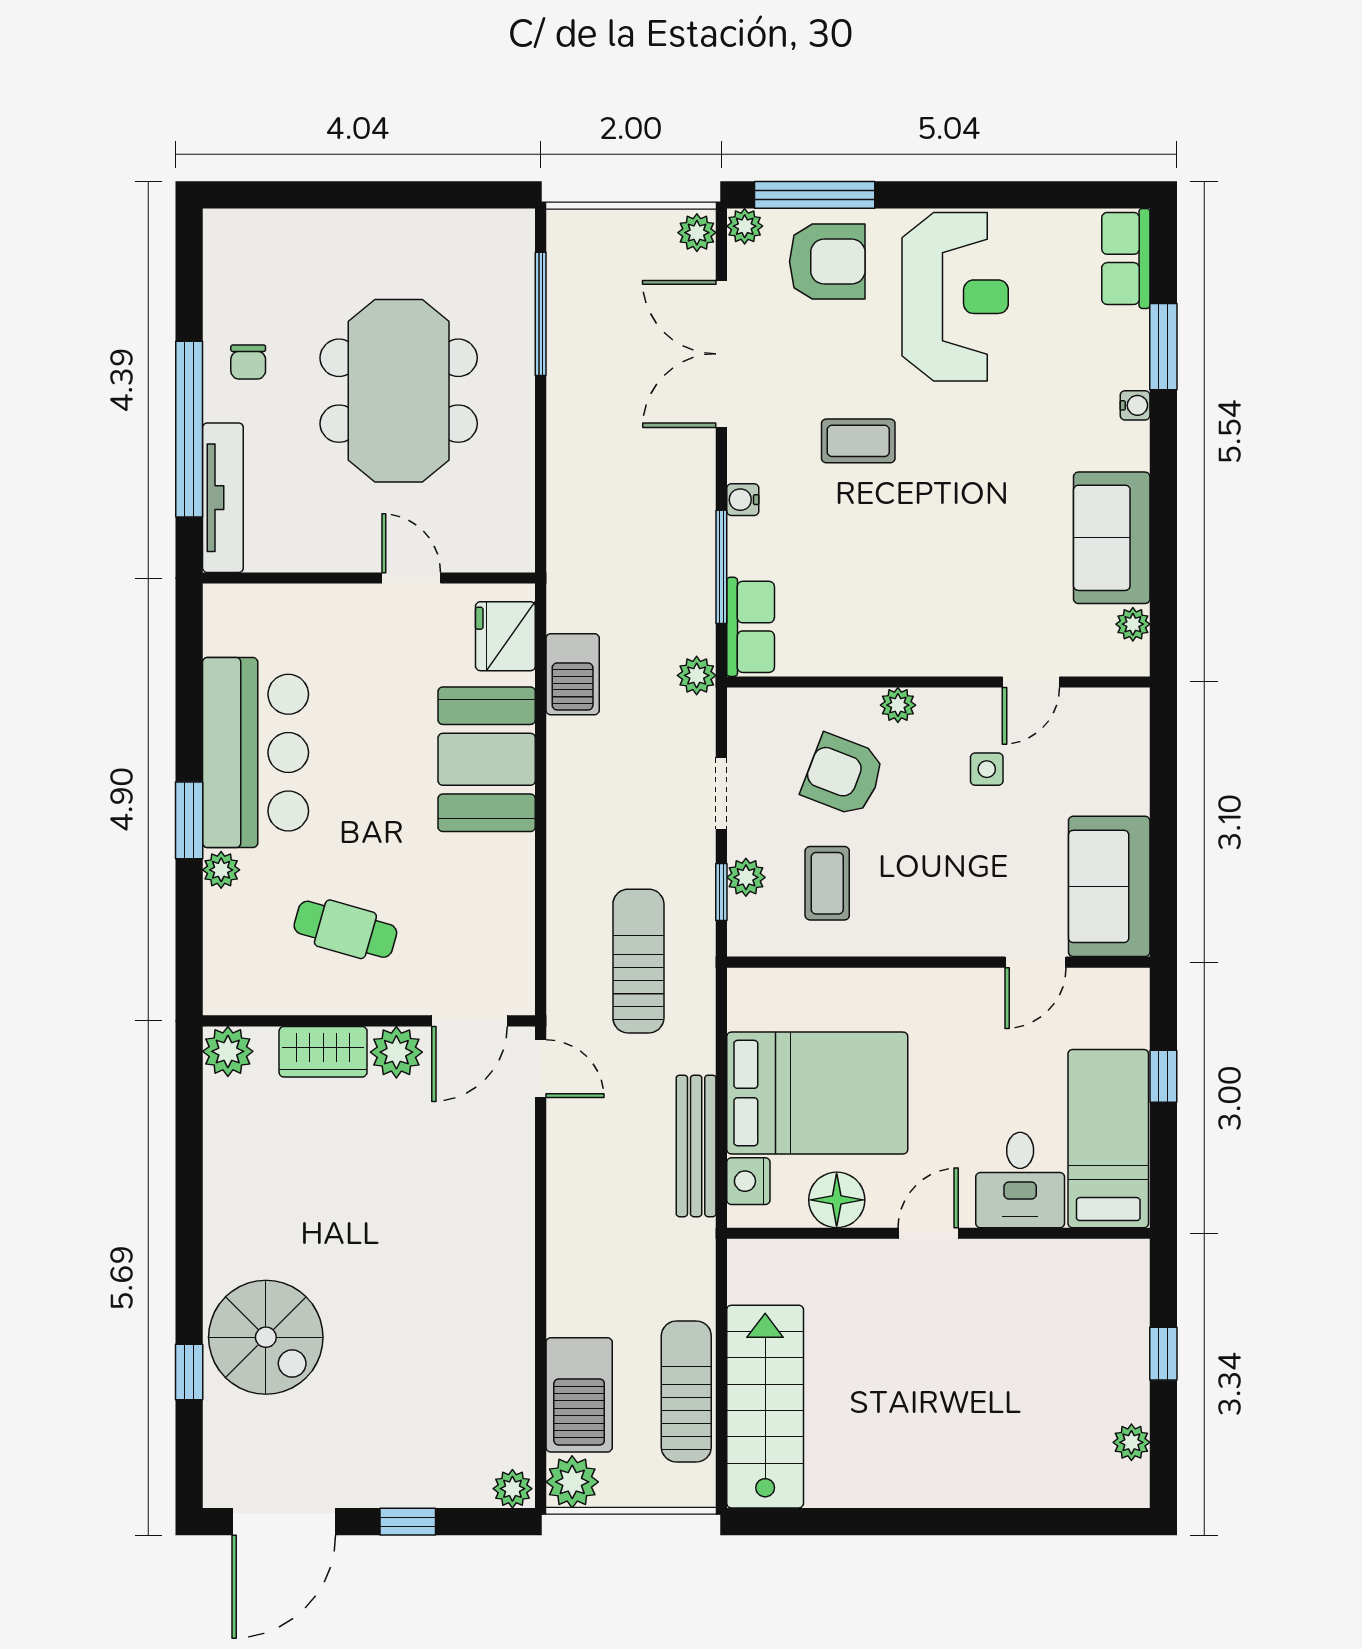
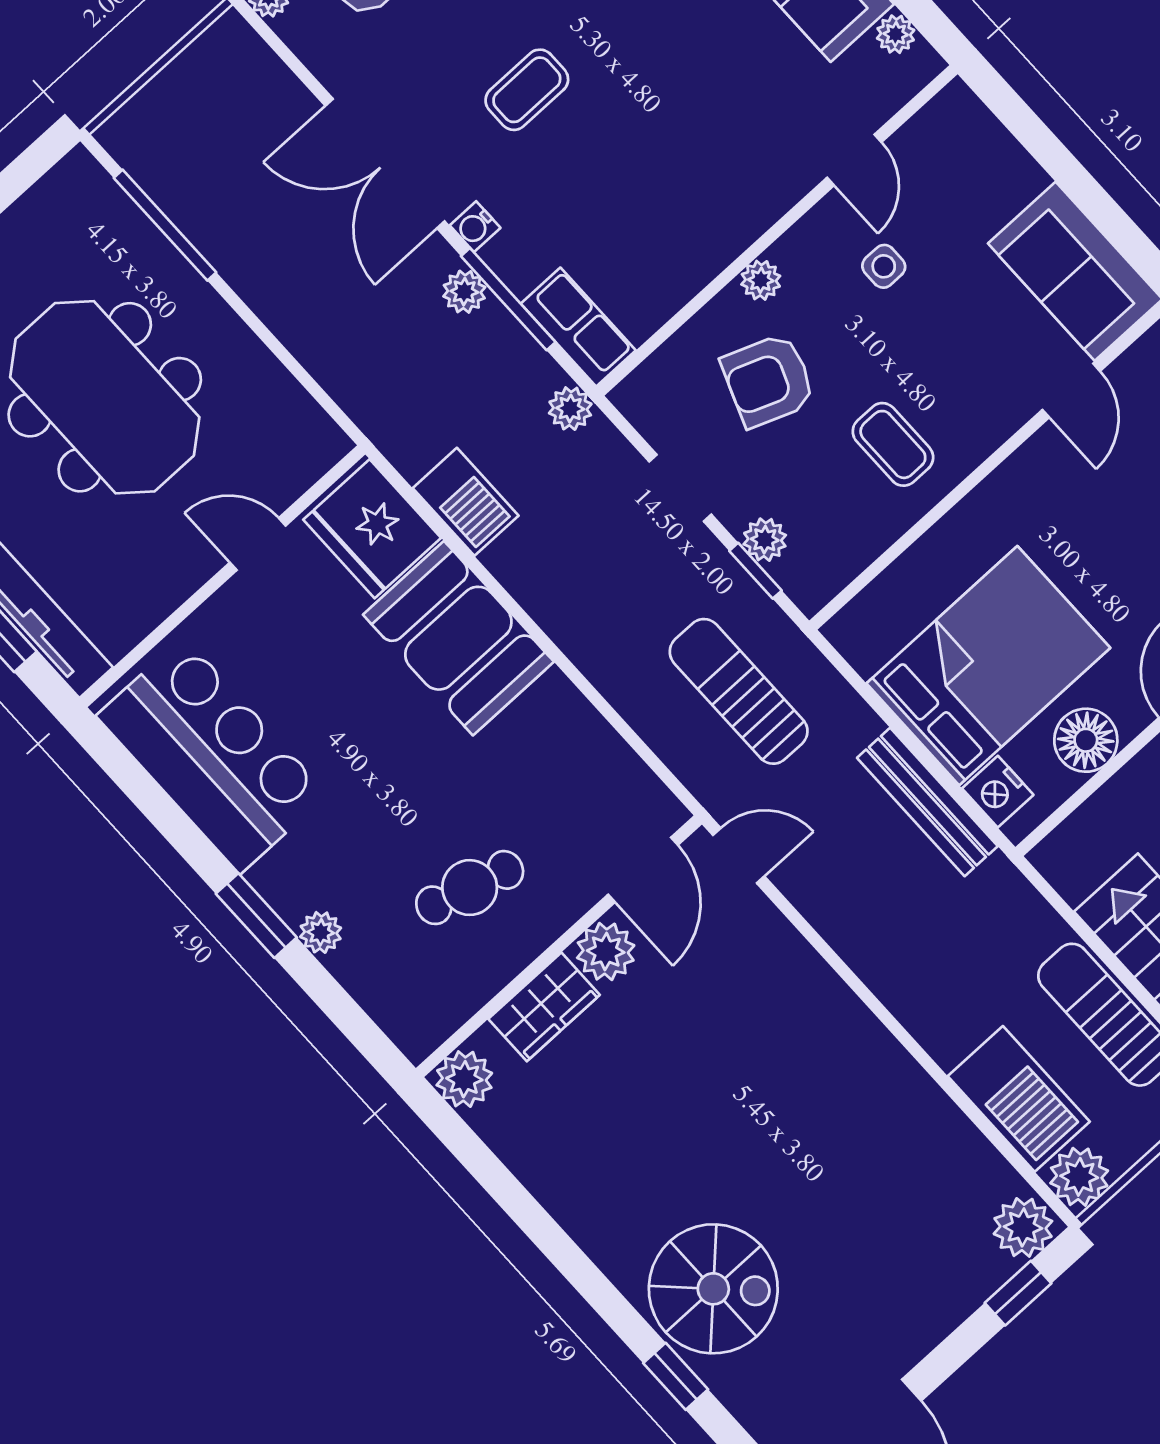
plant: (697, 233) -> (464, 292), moved
double door: (721, 354) -> (385, 164), moved
fridge: (505, 636) -> (372, 529), width x1.36, depth x1.34
bar counter: (255, 753) -> (212, 755), moved
coffee table: (827, 883) -> (893, 444), moved
plant: (512, 1489) -> (1023, 1227), width x1.38, depth x1.38
window: (408, 1522) -> (1018, 1293), moved

